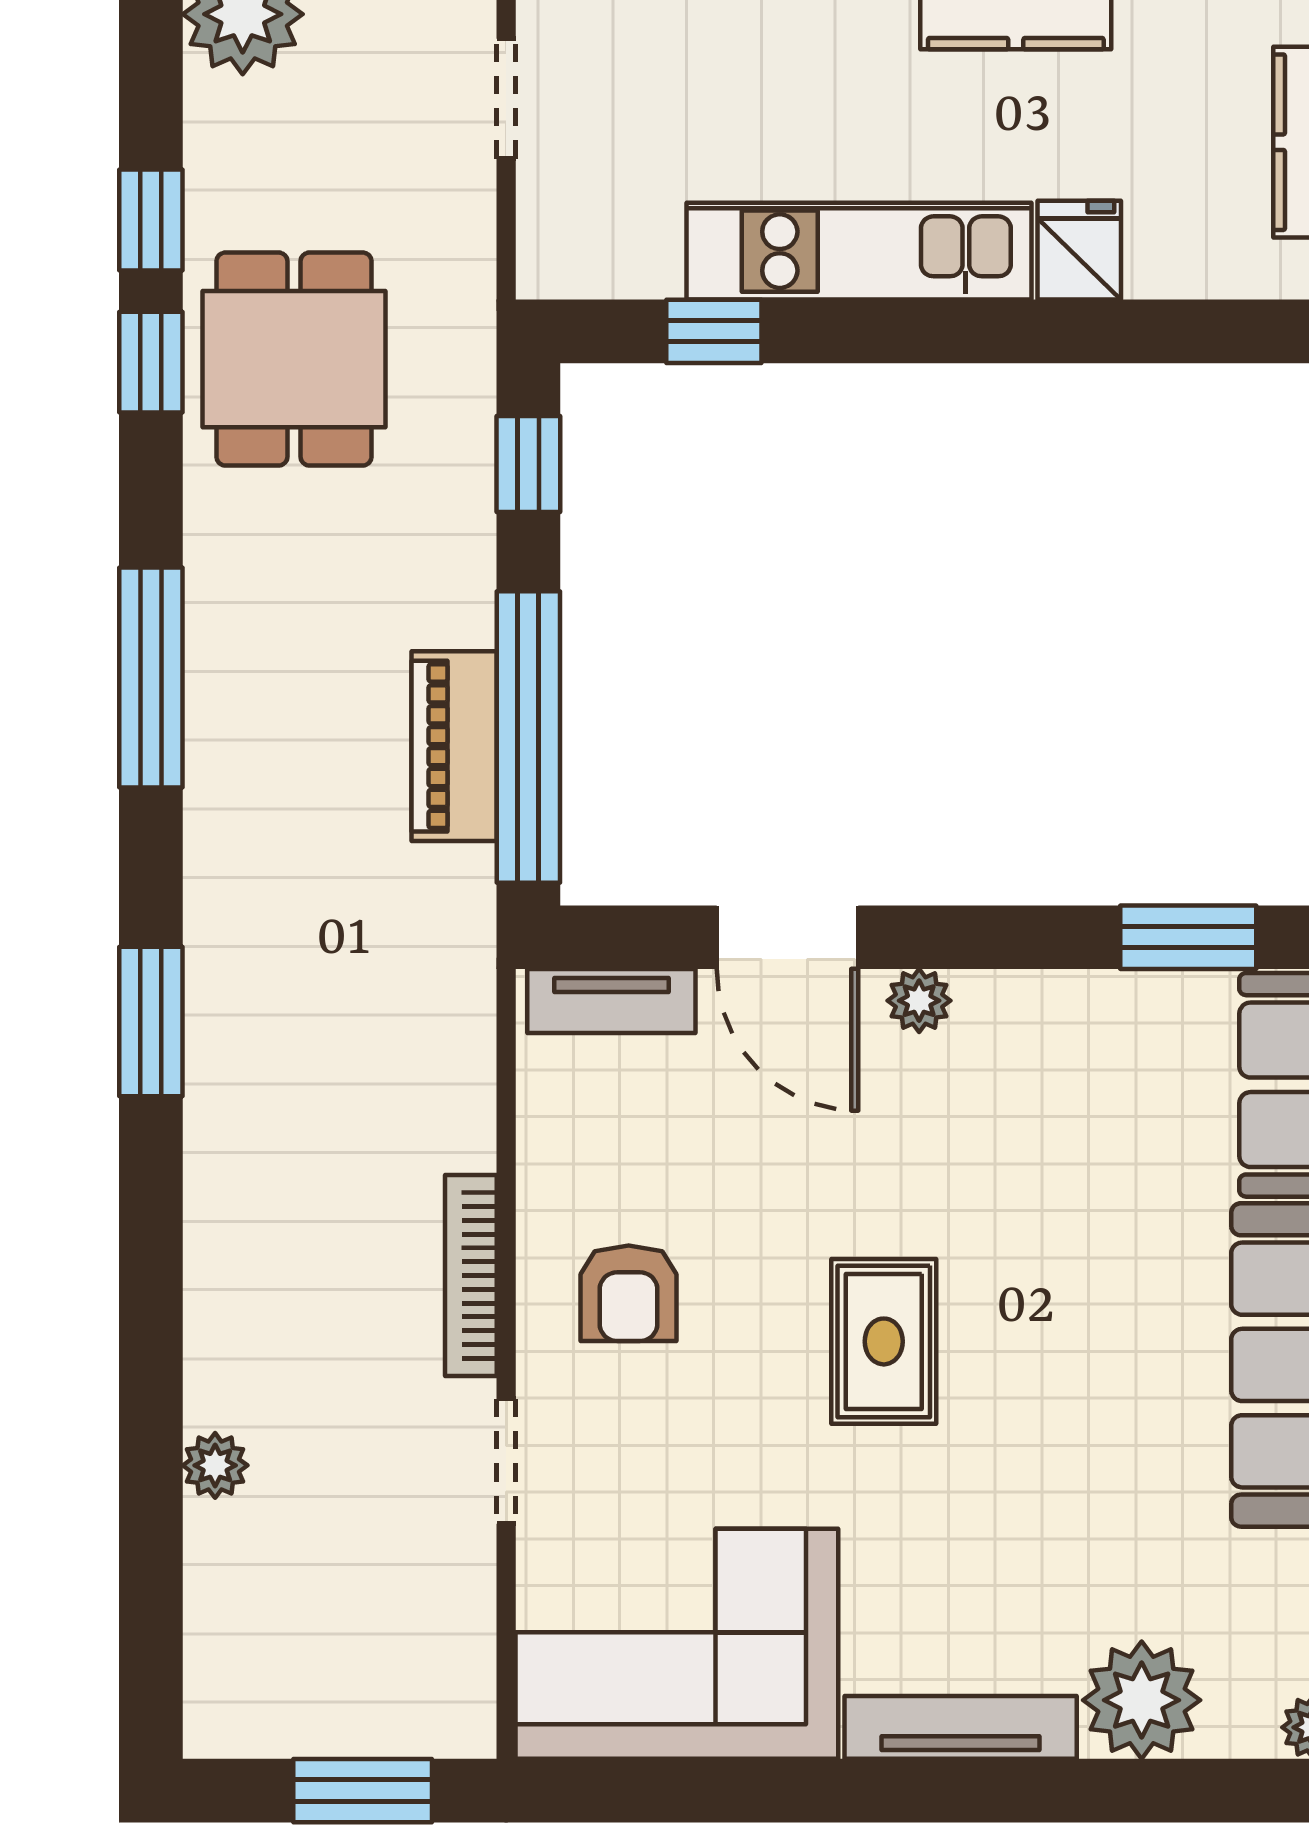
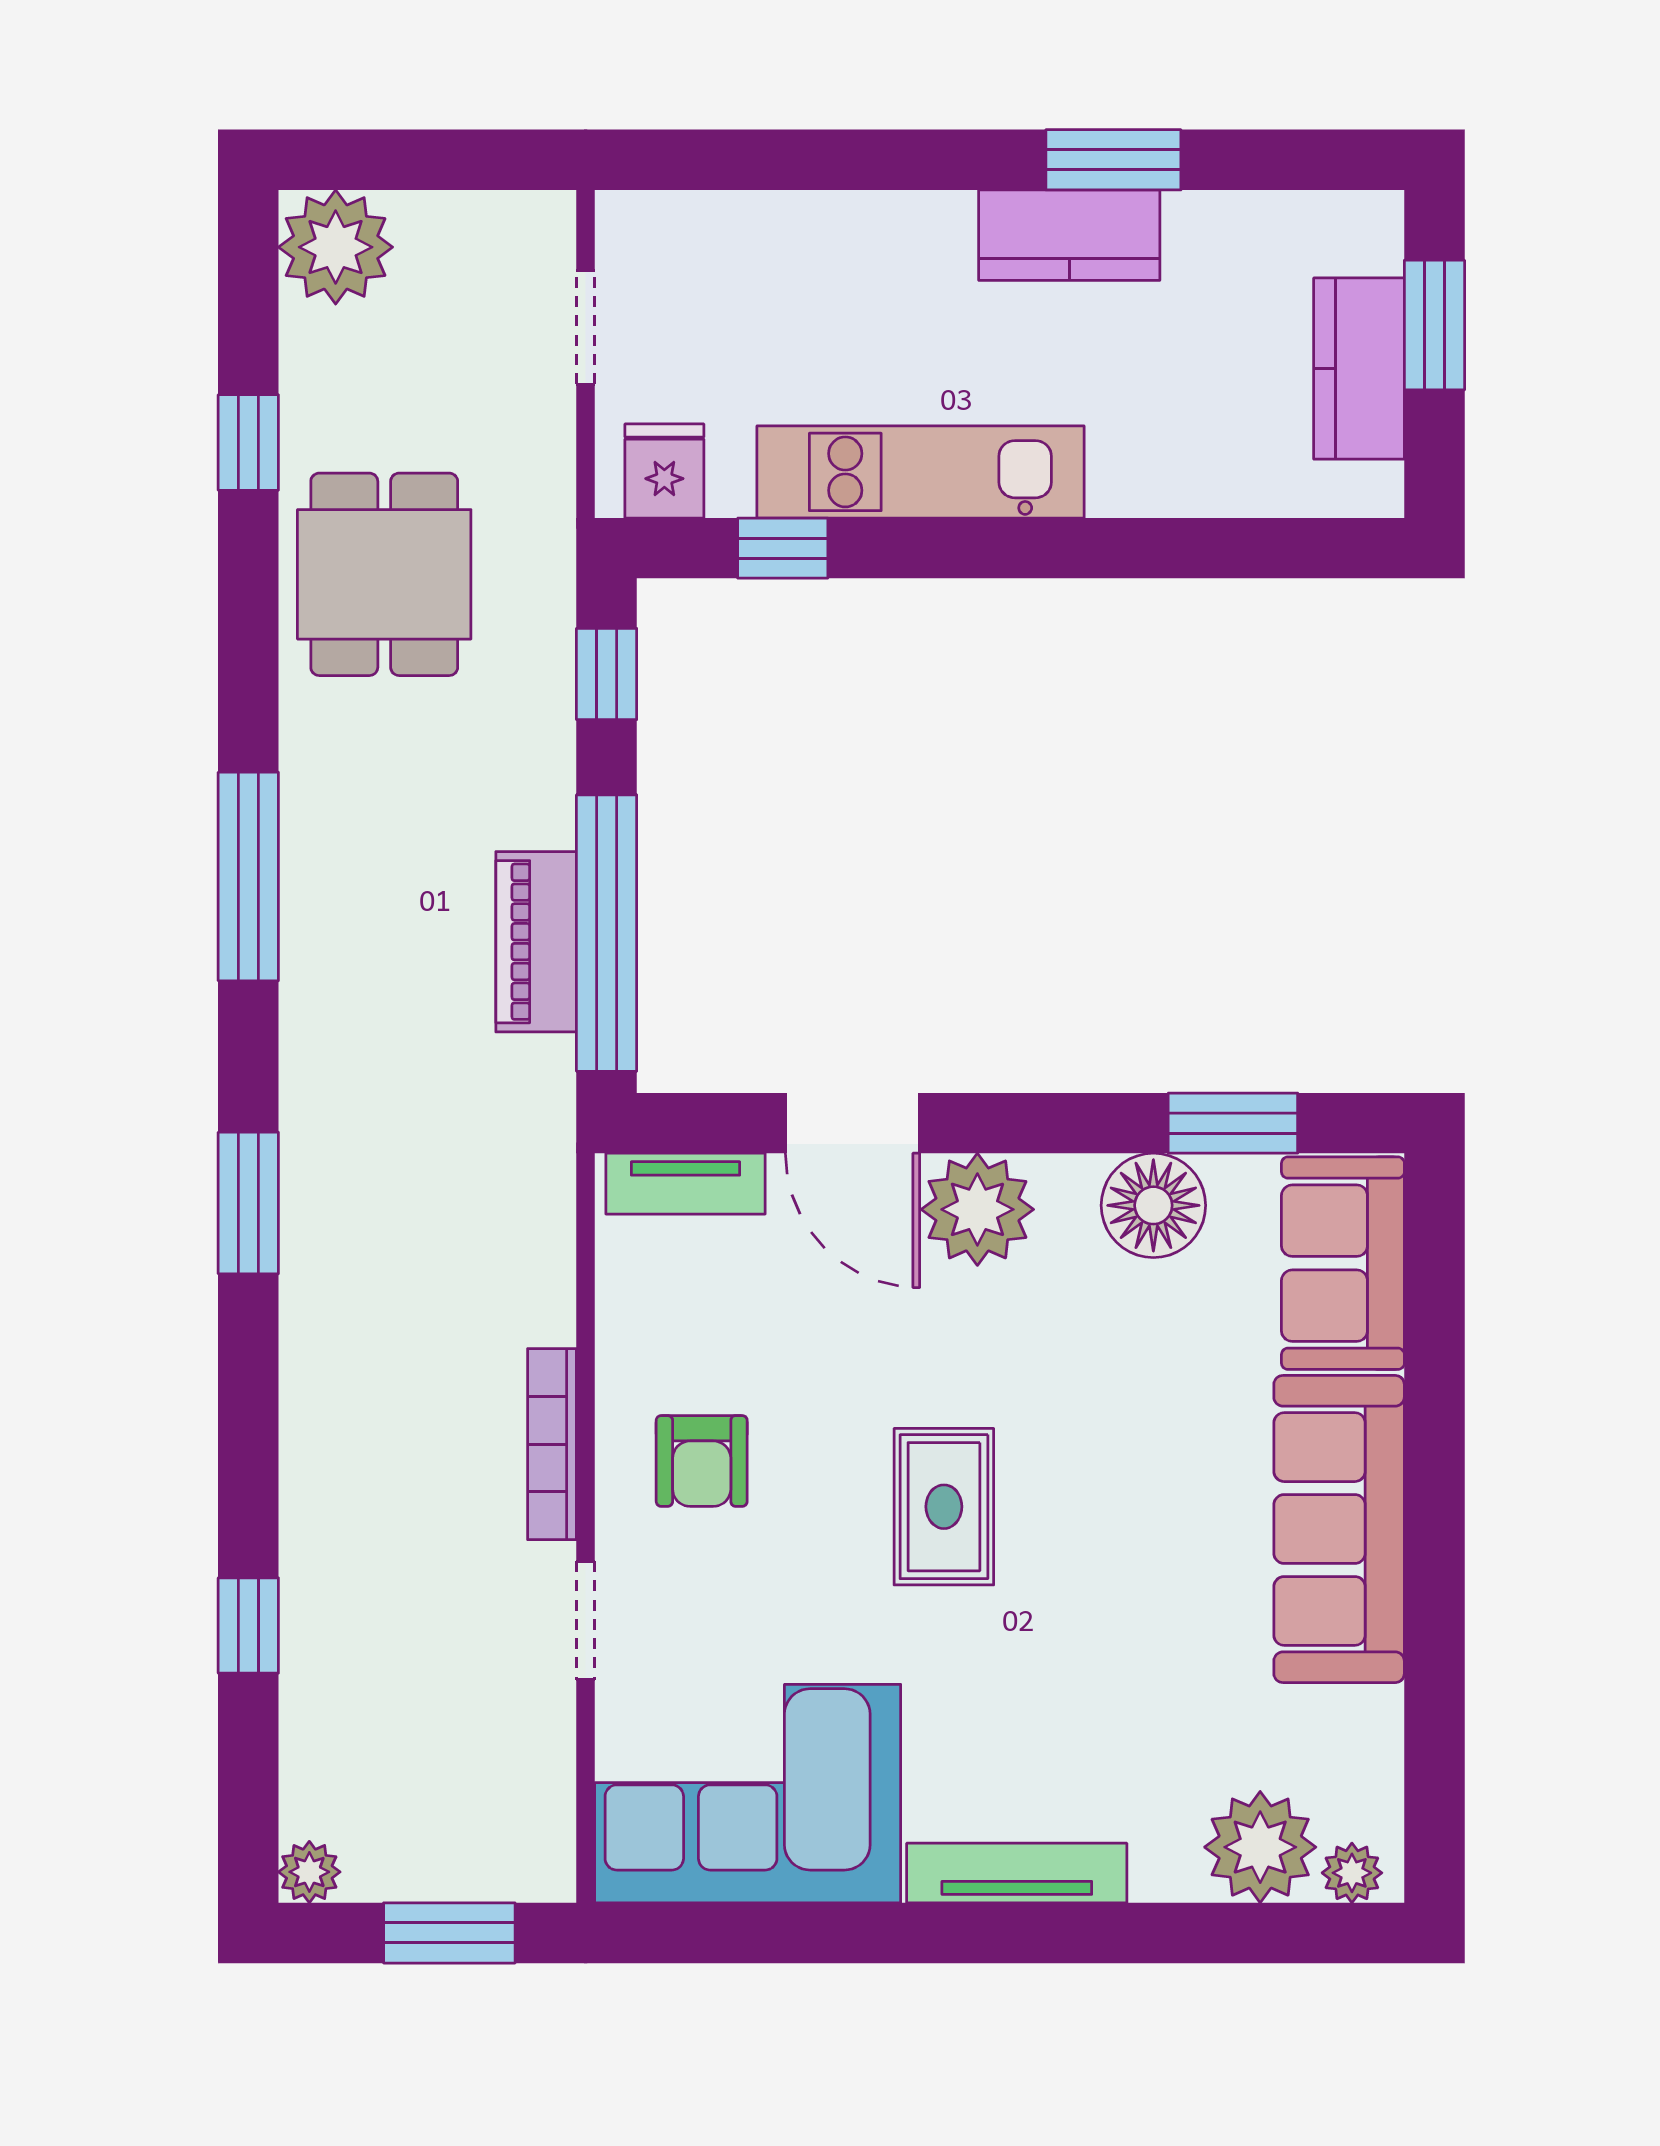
fridge: (1079, 250) -> (664, 471), moved
window: (151, 362) -> (248, 1626), moved
plant: (919, 1001) -> (977, 1209), width x1.88, depth x1.88
floor lamp: (1104, 1024) -> (1153, 1205), added
plant: (215, 1465) -> (309, 1872), moved
plant: (1142, 1700) -> (1260, 1847), moved

